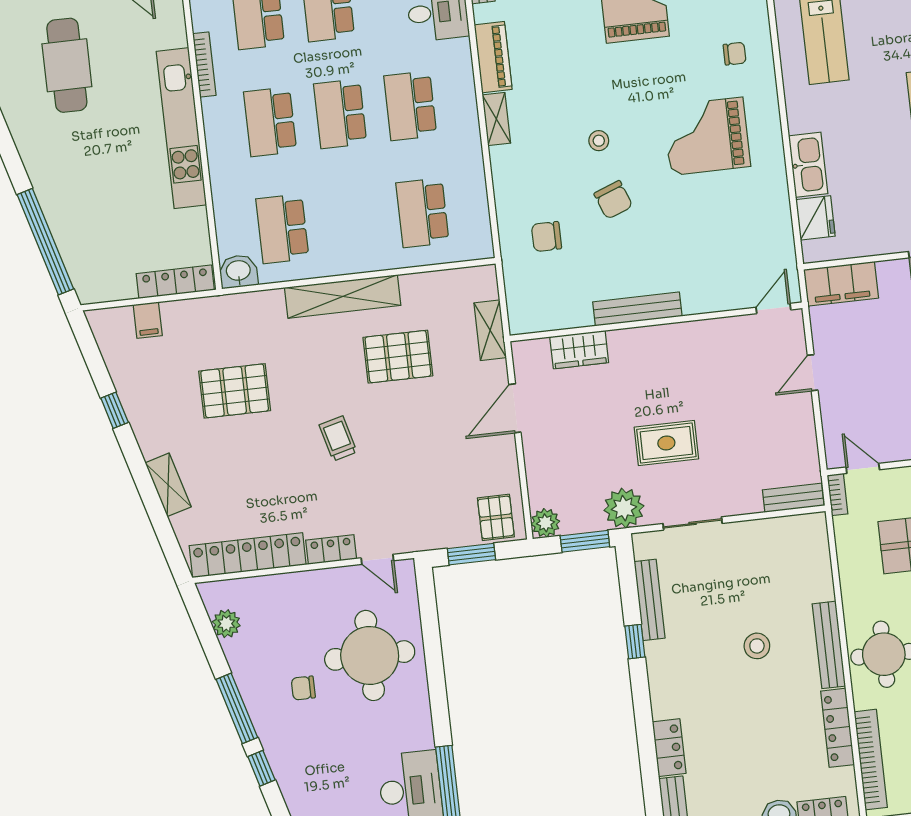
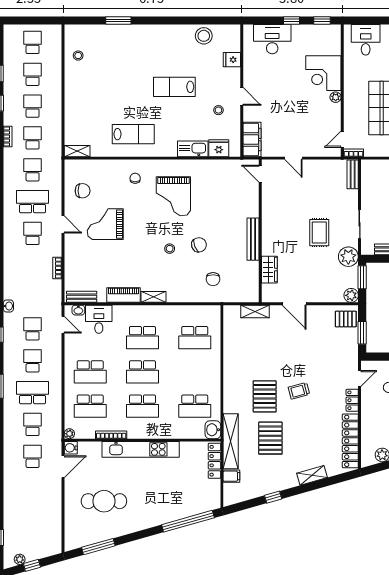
stool: (893, 208) -> (218, 110), added
shelving: (343, 296) -> (231, 441), moved
pallet: (398, 357) -> (265, 396), moved

